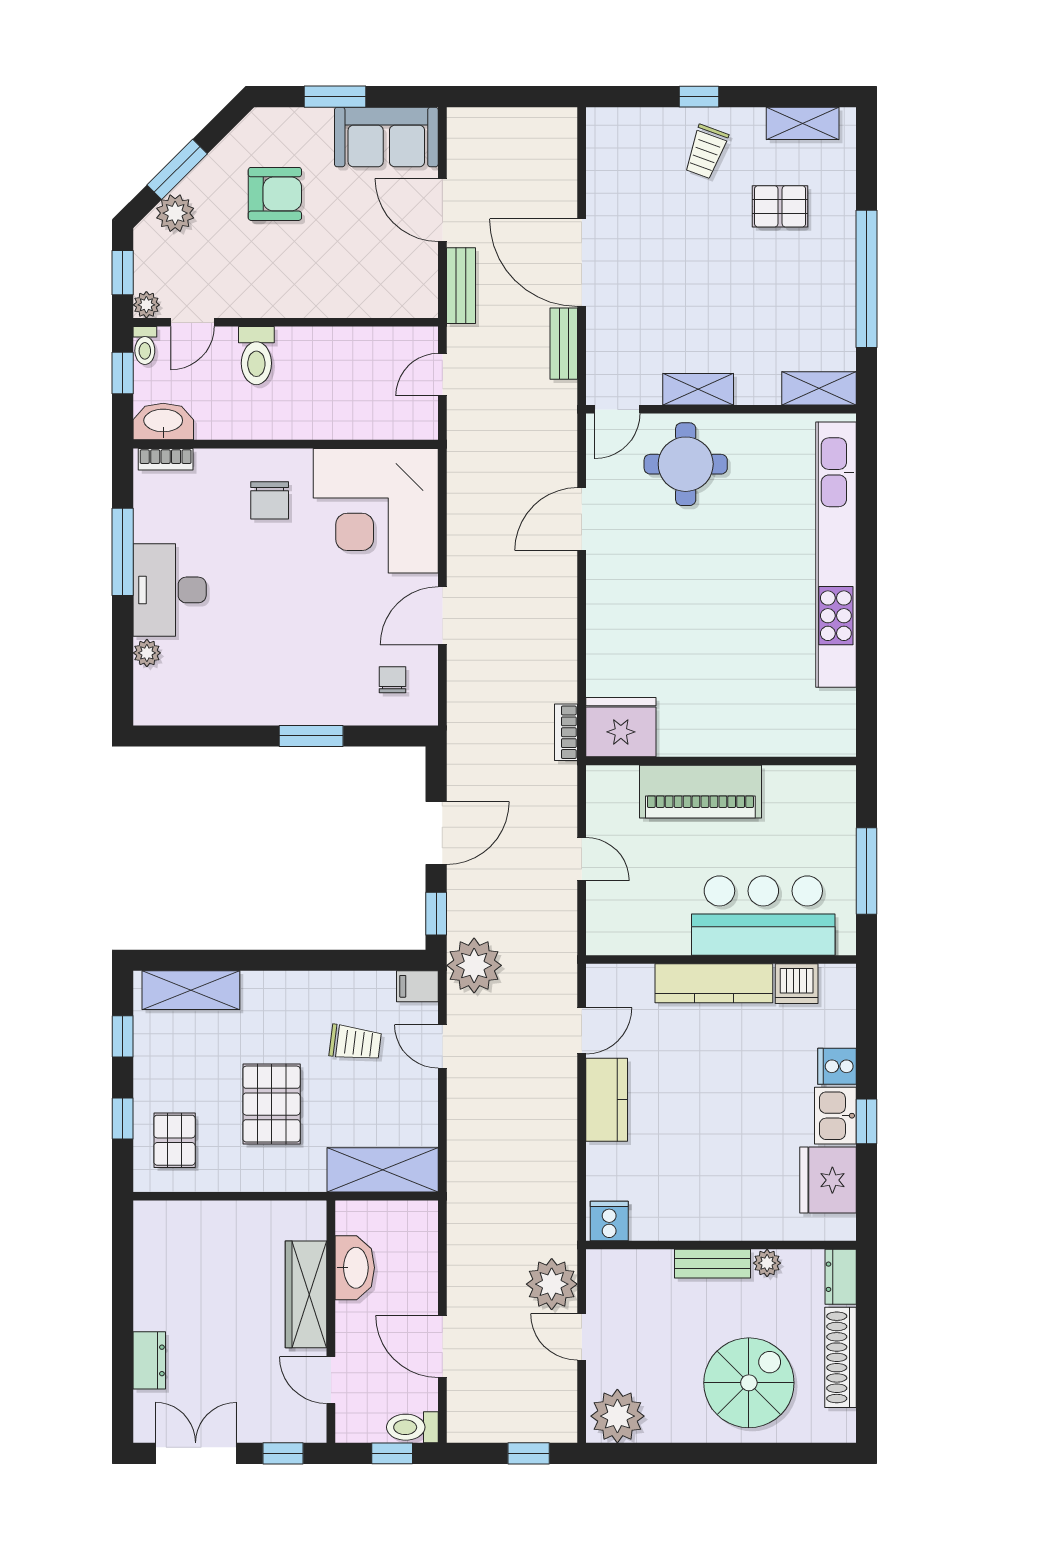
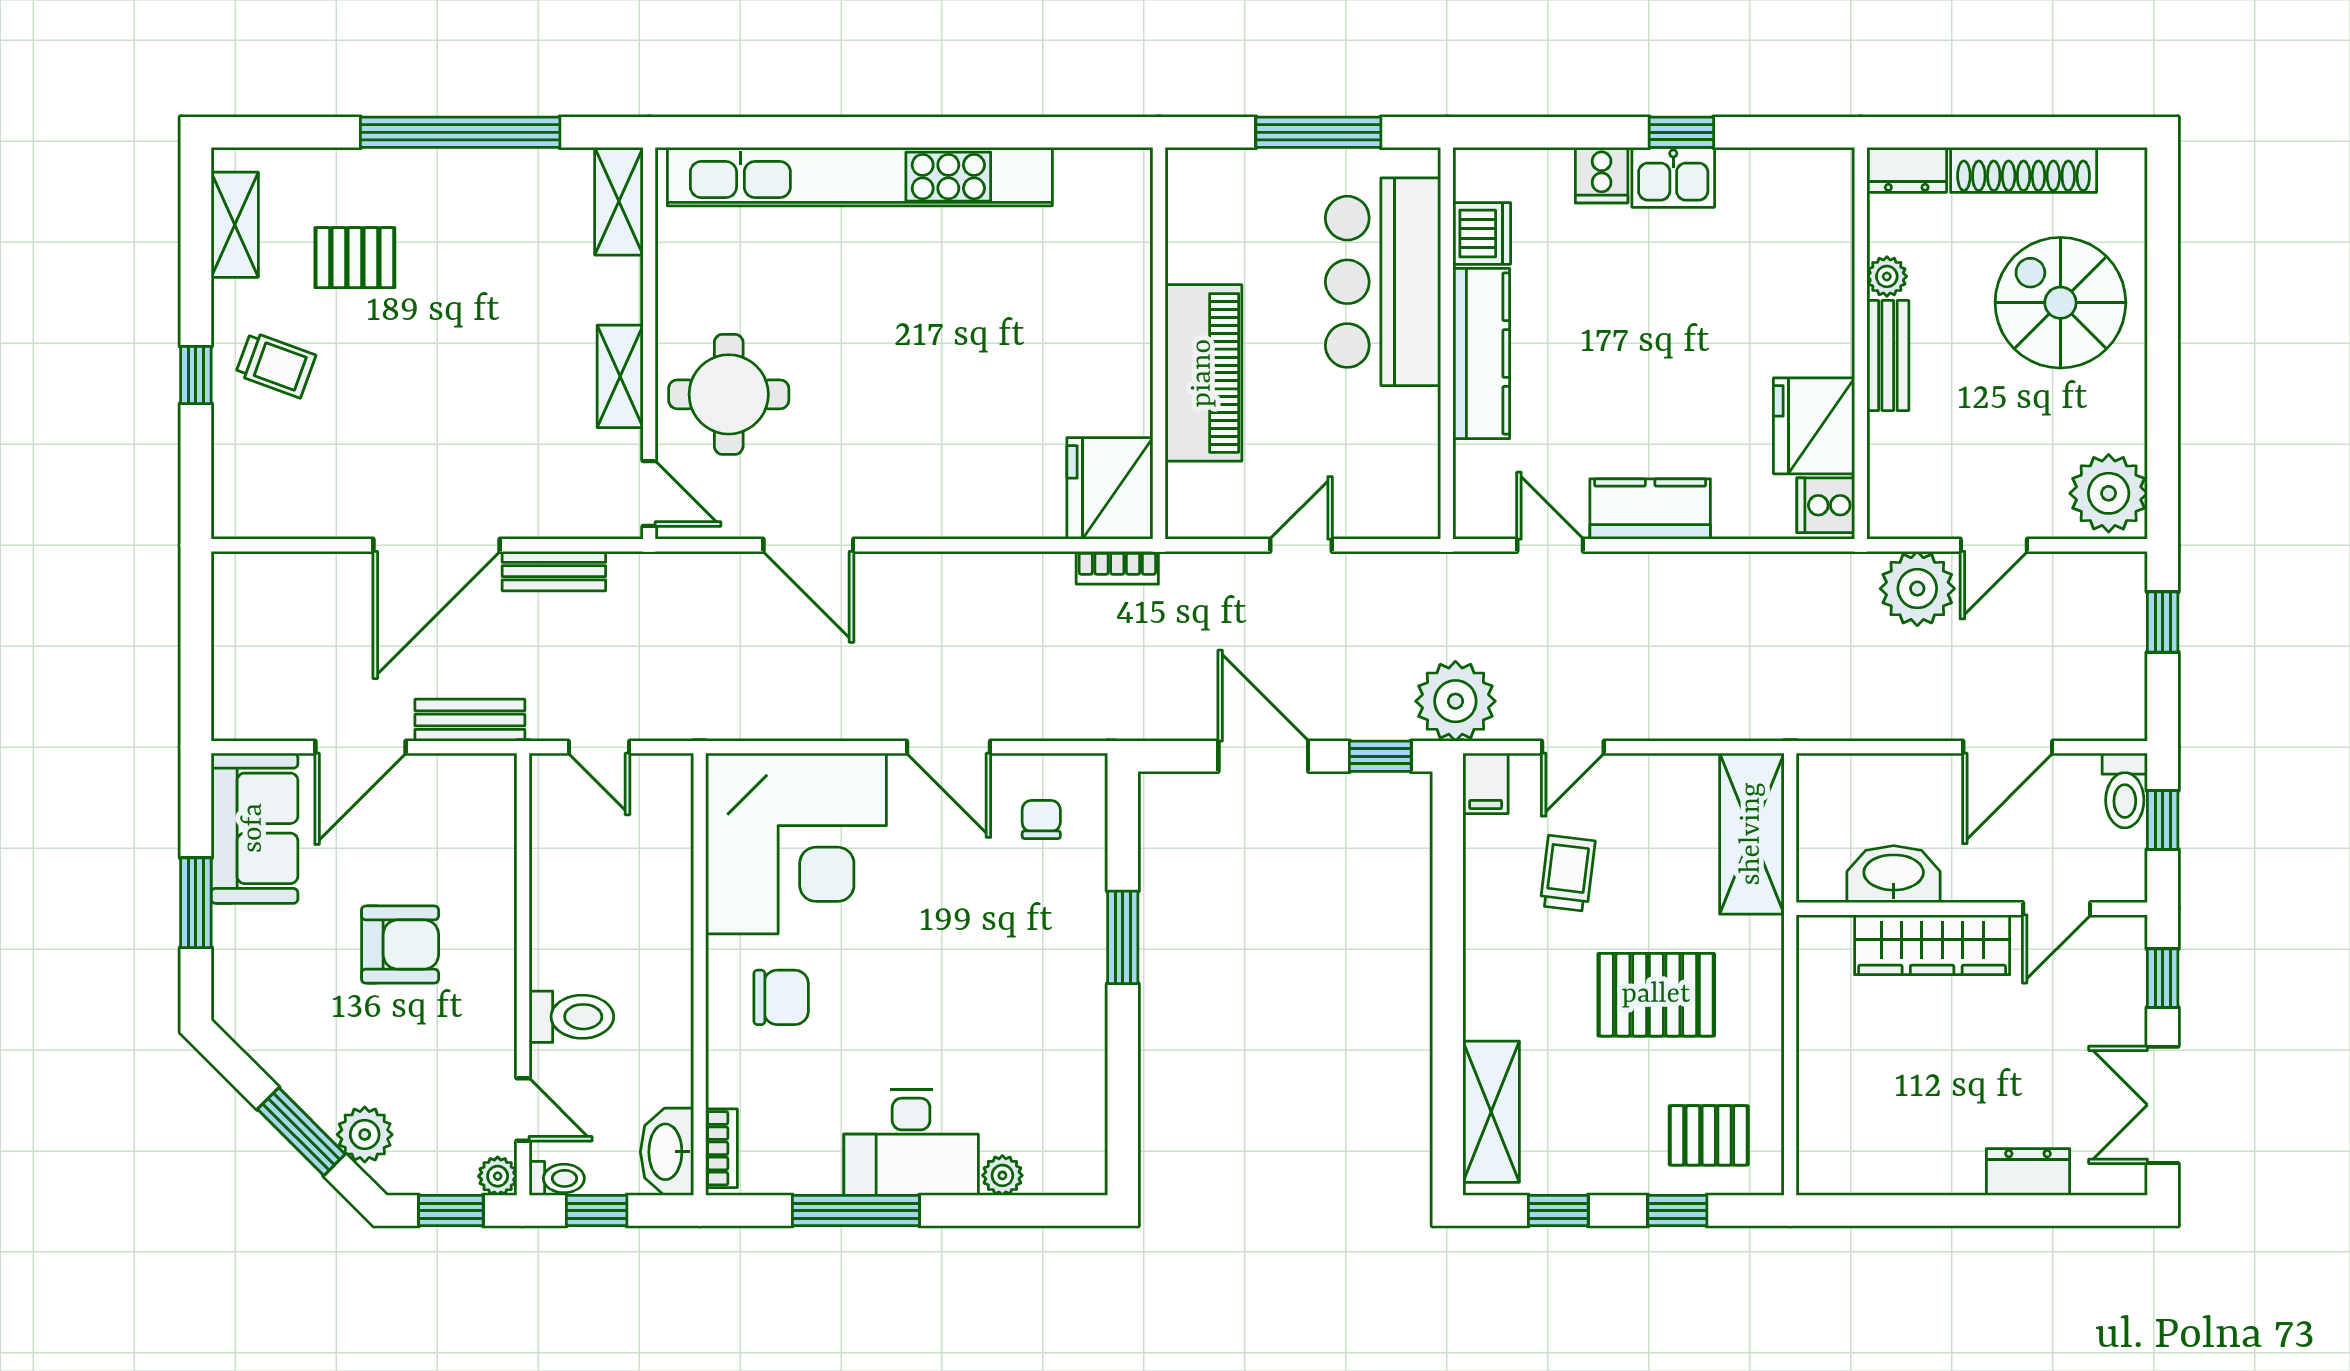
armchair: (275, 194) -> (400, 945), moved, turned 90
pallet: (780, 206) -> (355, 258), turned 90
chair: (392, 680) -> (1041, 819), turned 90
fridge: (828, 1180) -> (1814, 426), moved, turned 90

